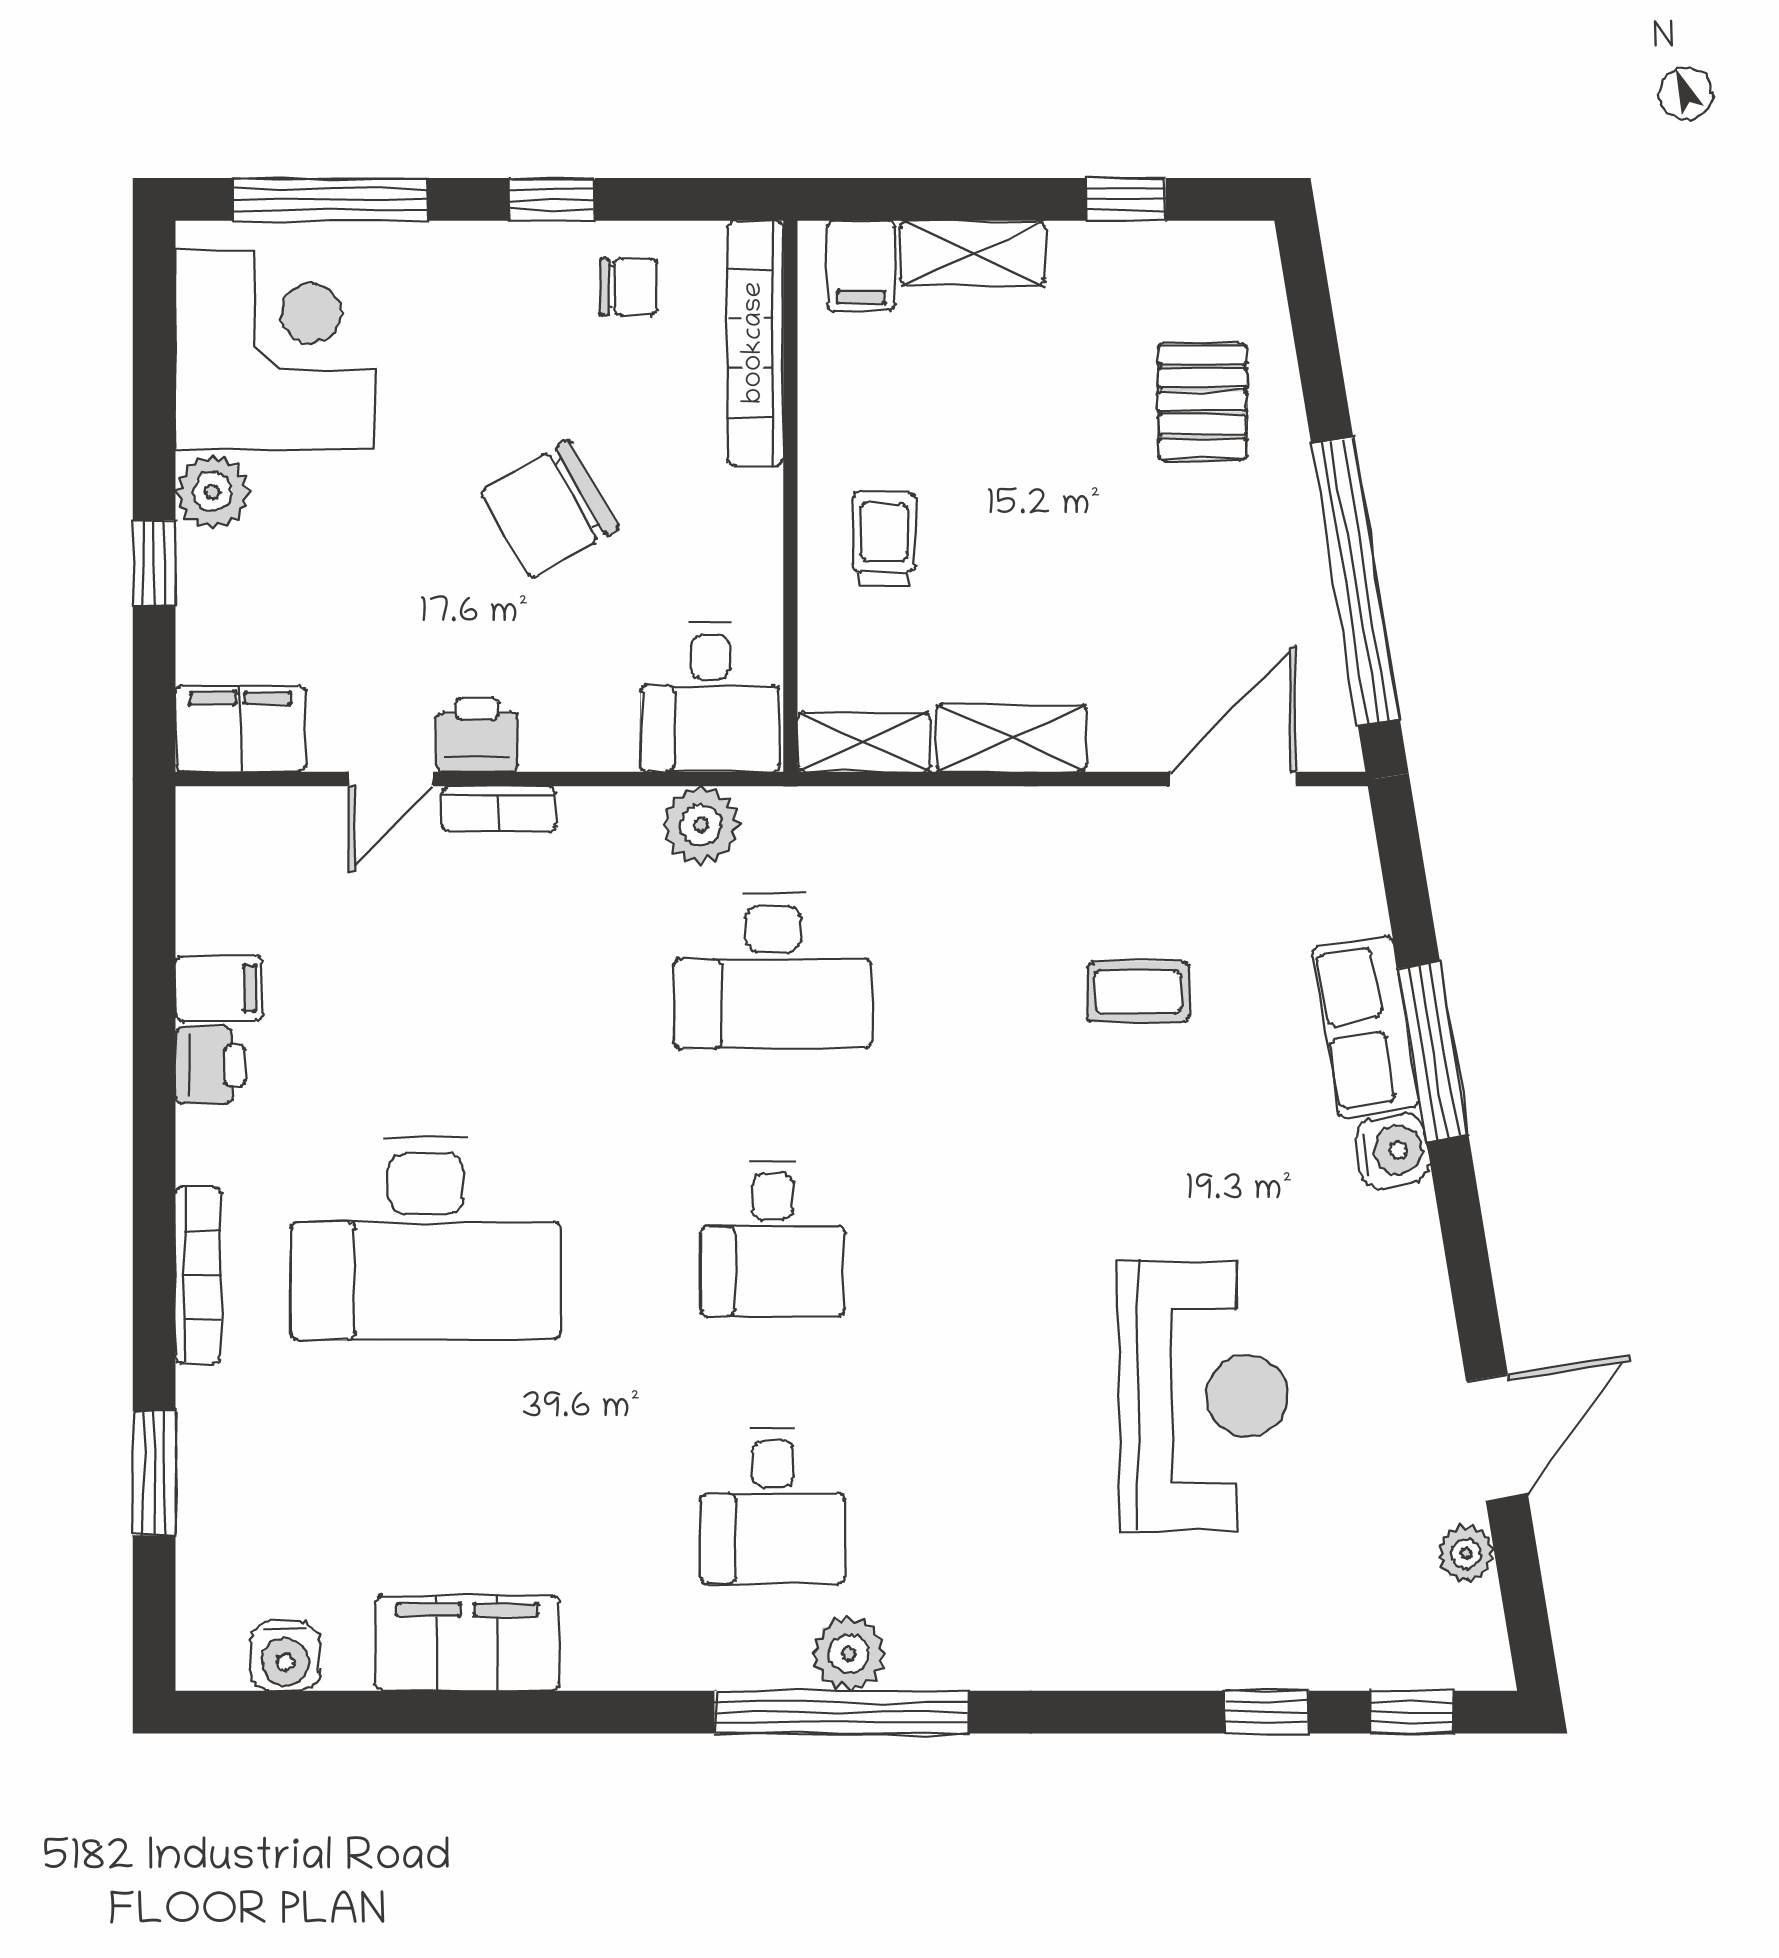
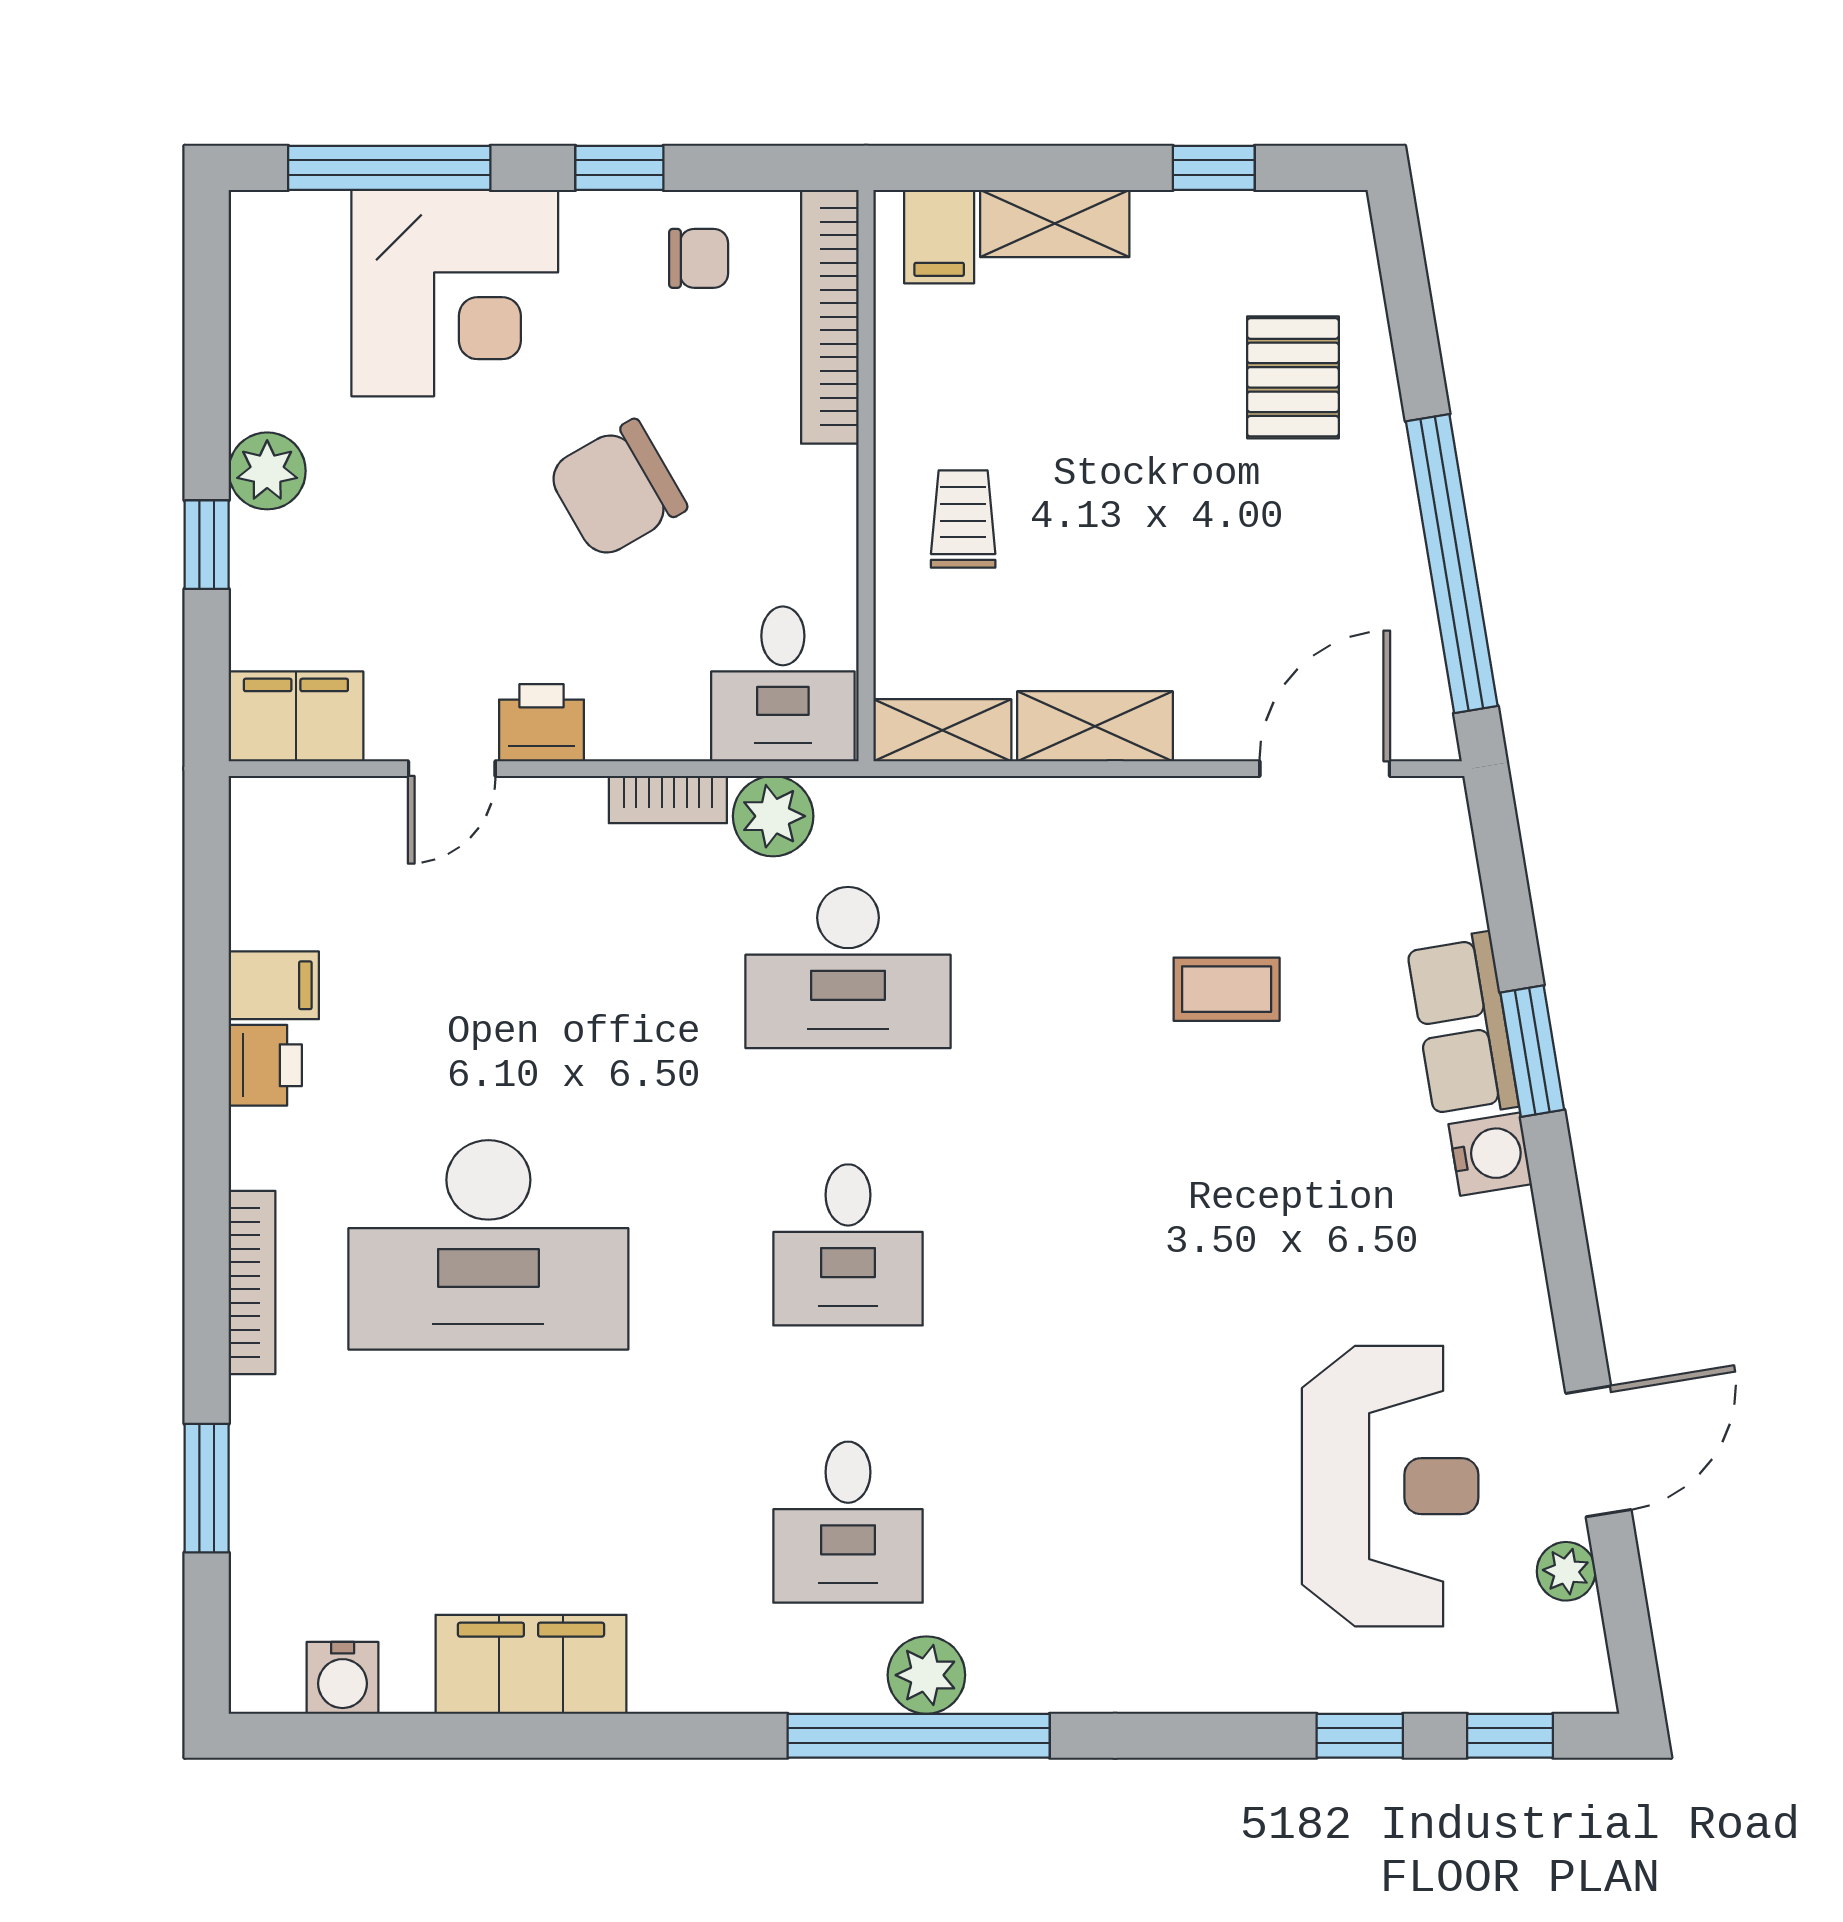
corner desk: (275, 349) -> (455, 293), moved, turned 90
bookcase: (498, 809) -> (668, 800), moved
window: (1433, 1052) -> (1532, 1051), width x0.69
reception desk: (1203, 1396) -> (1390, 1486), moved

